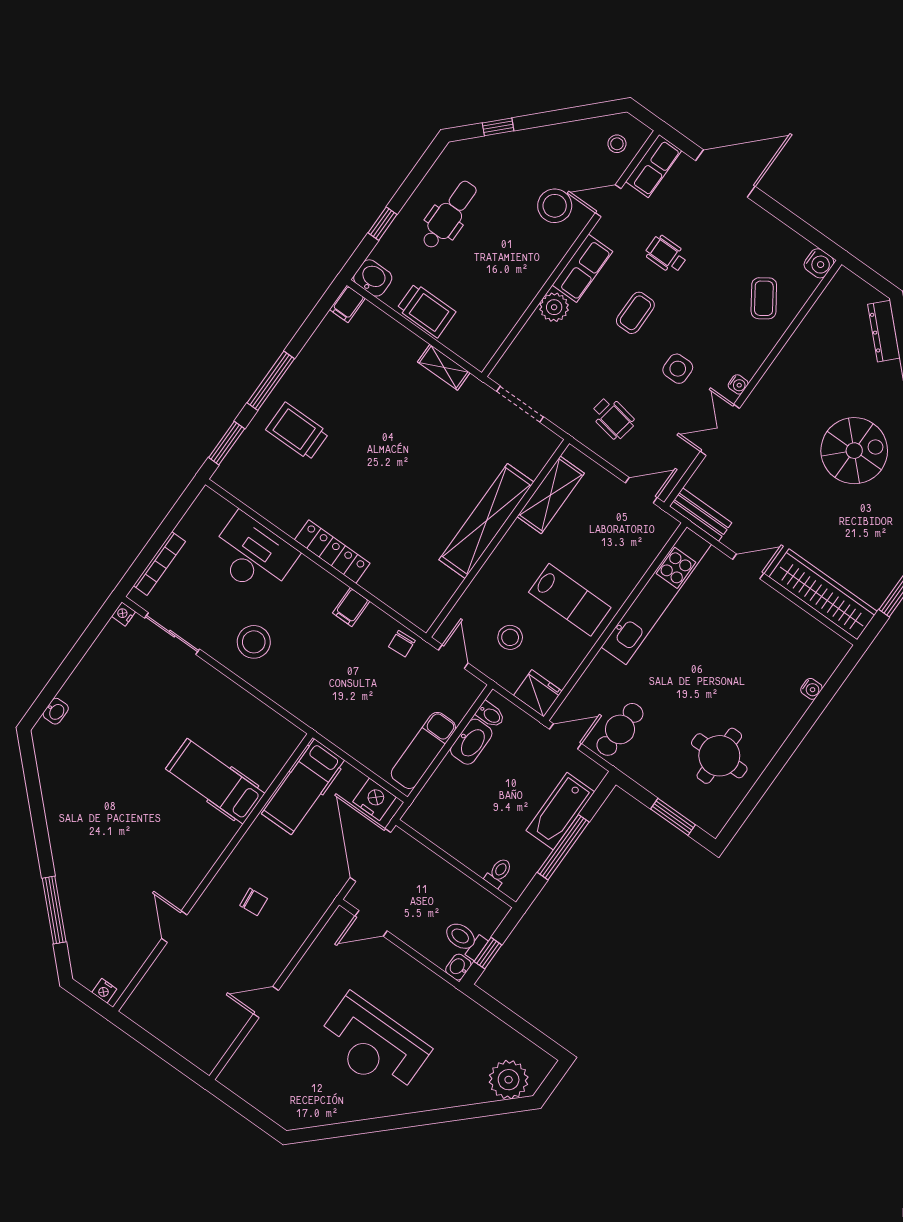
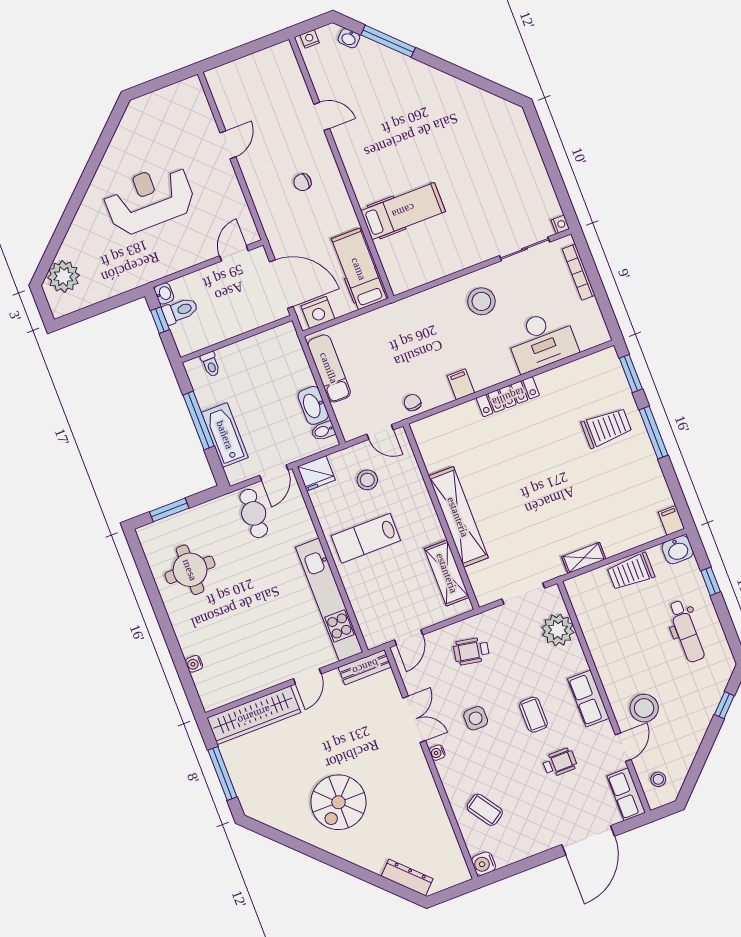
plant: (554, 307) -> (558, 630), moved, width x1.36, depth x1.36
washbasin: (56, 711) -> (349, 38), moved, turned -45

